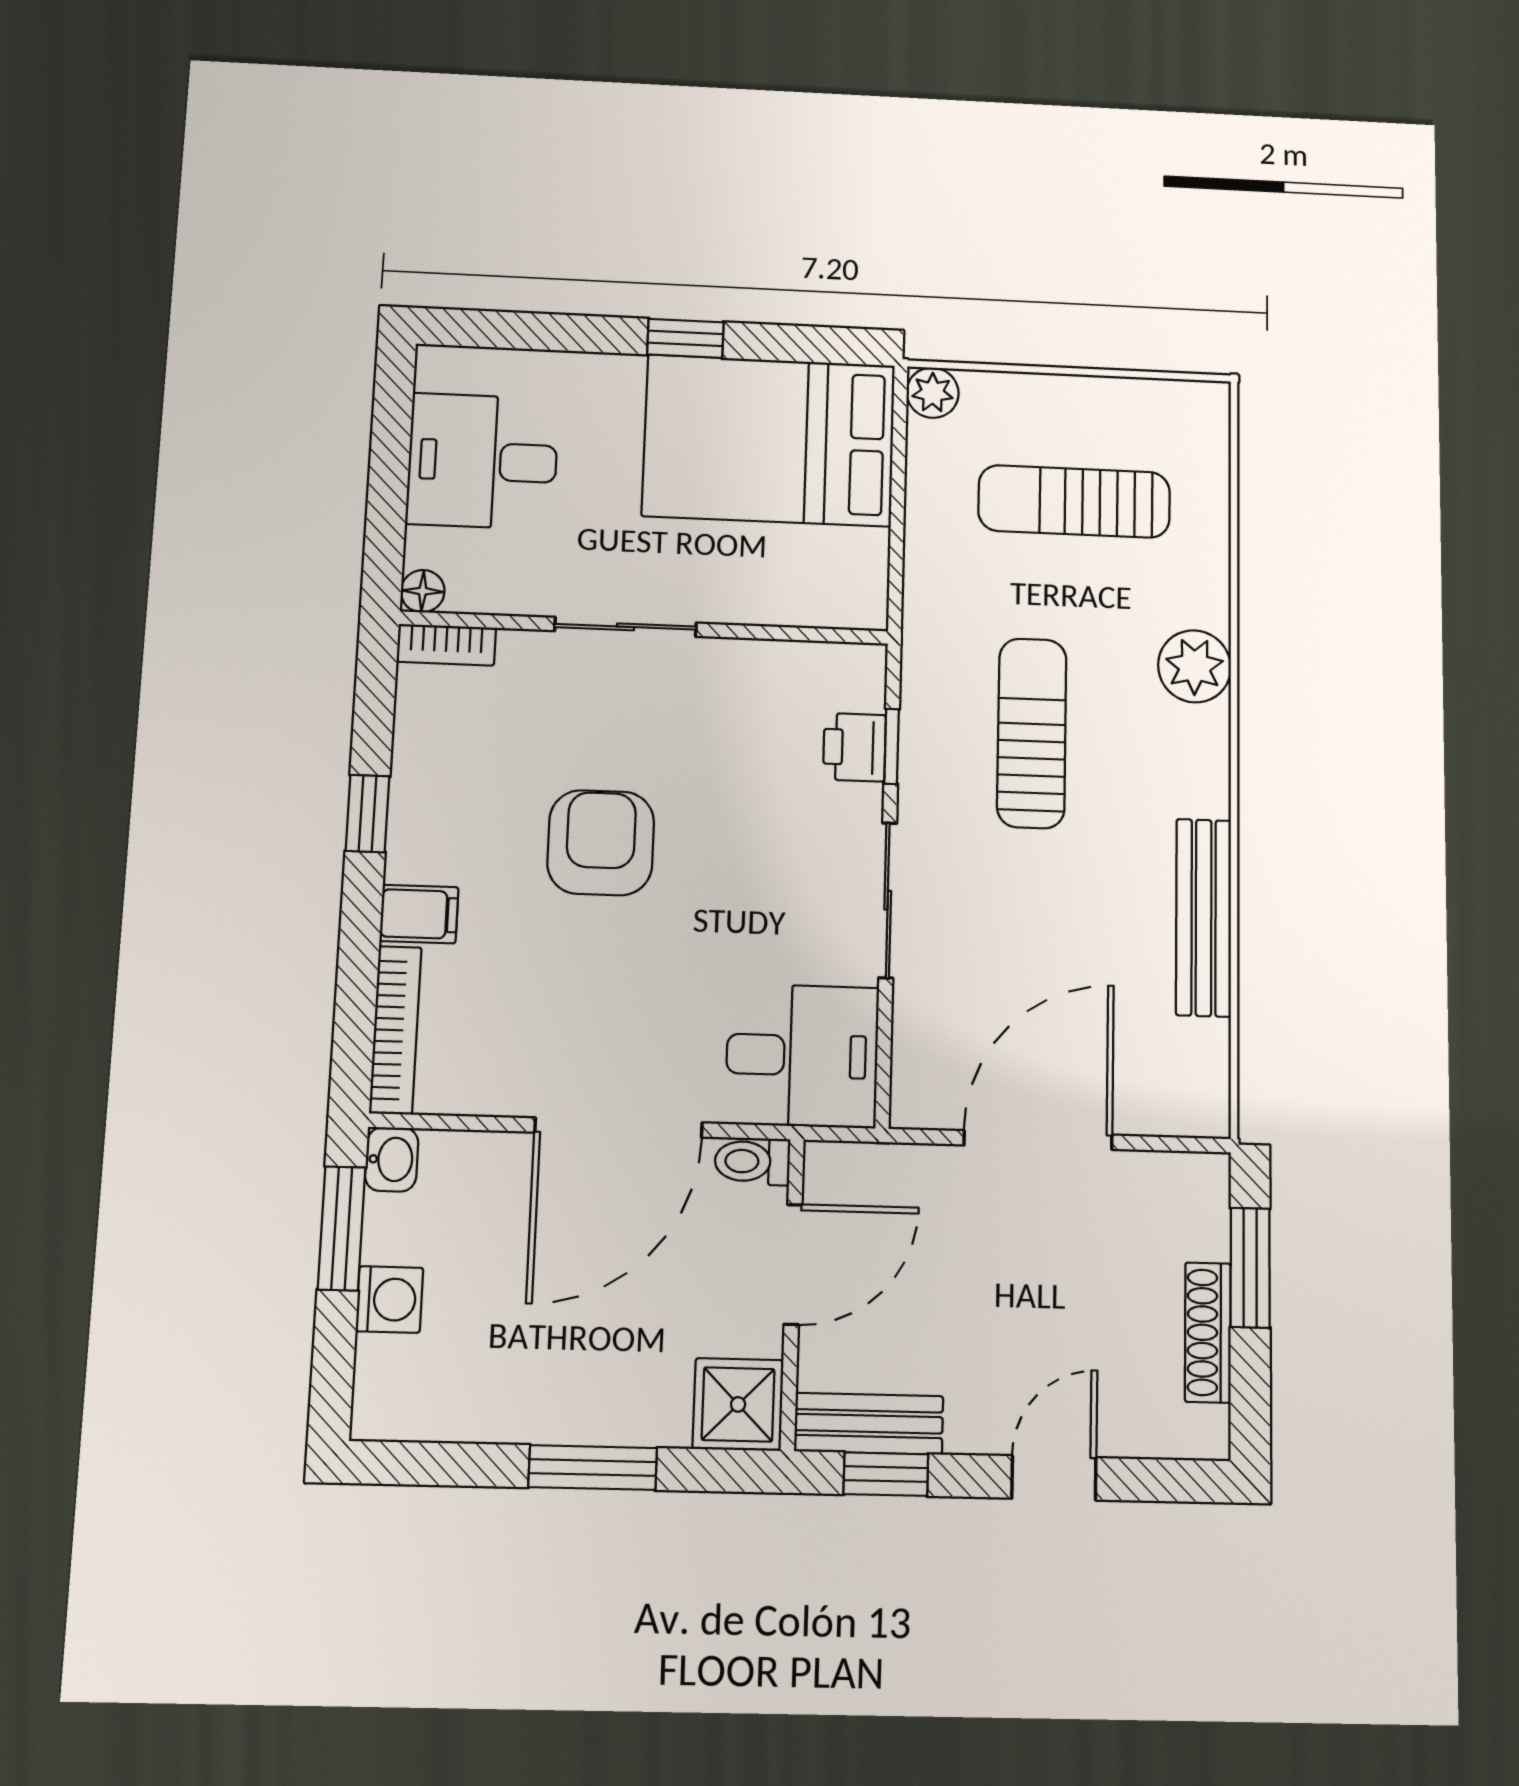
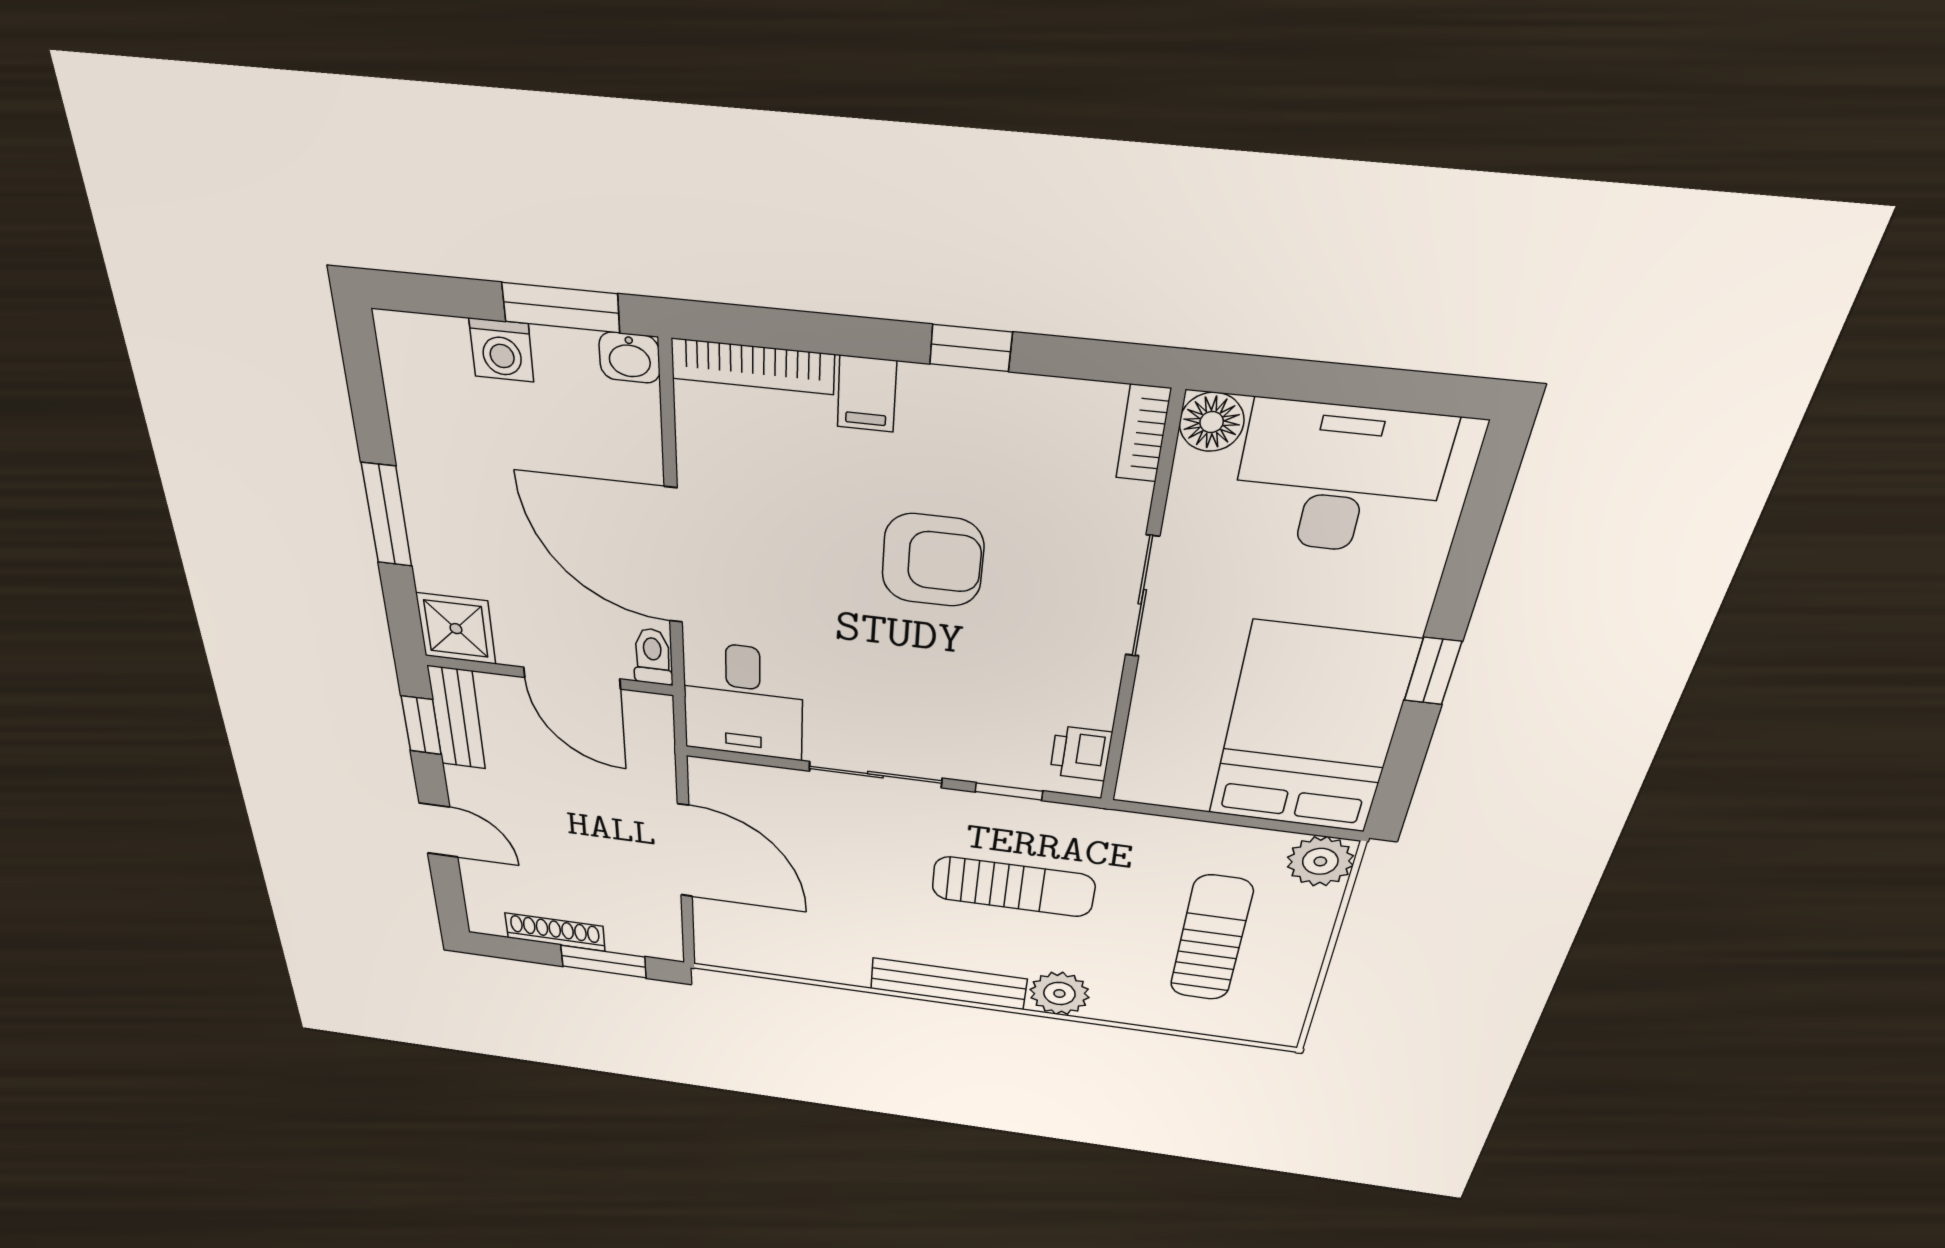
plant: (933, 393) -> (1320, 861), width x1.38, depth x1.38
desk: (483, 461) -> (1339, 479), width x1.37
floor lamp: (423, 591) -> (1212, 422), width x1.37, depth x1.37
printer: (854, 747) -> (1081, 753), moved, turned -90
bench: (1204, 917) -> (948, 984), moved

